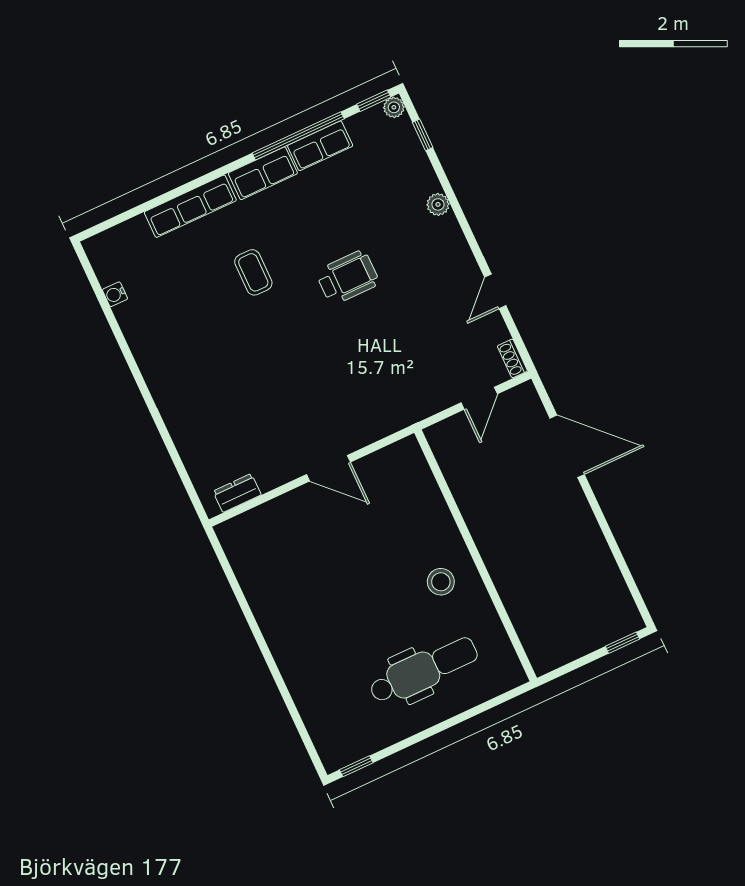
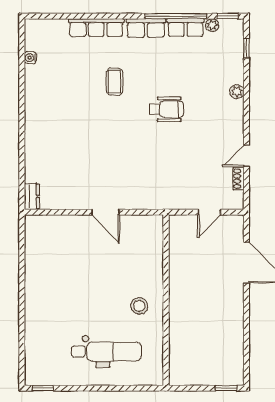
plant: (394, 107) -> (212, 25), moved
shoe rack: (512, 358) -> (239, 179), moved
dresser: (237, 493) -> (32, 196), moved, turned 90

